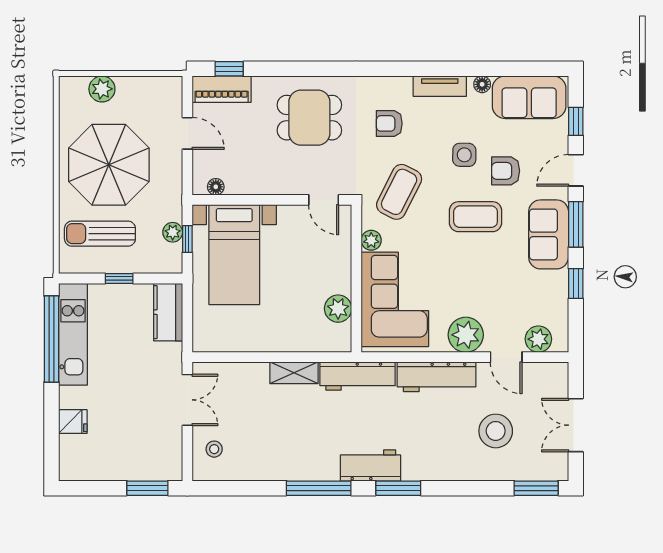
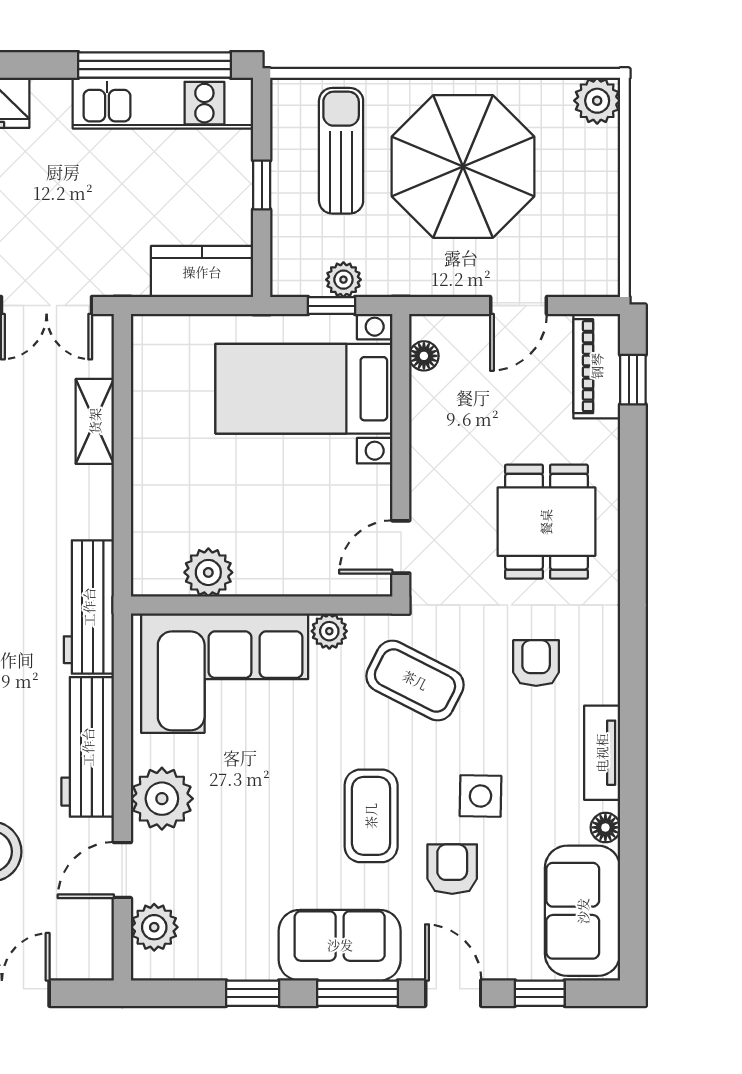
plant: (102, 89) -> (597, 101), moved
shelving: (294, 373) -> (95, 421), moved

